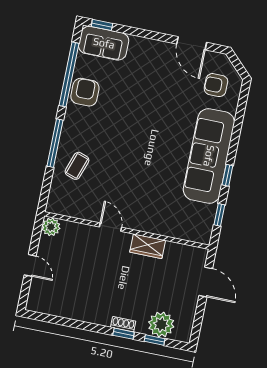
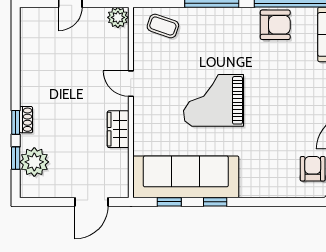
sofa: (209, 156) -> (186, 177), moved
grand piano: (139, 159) -> (214, 100), added
coffee table: (77, 166) -> (163, 26), moved
door: (110, 227) -> (131, 84), swing flipped

